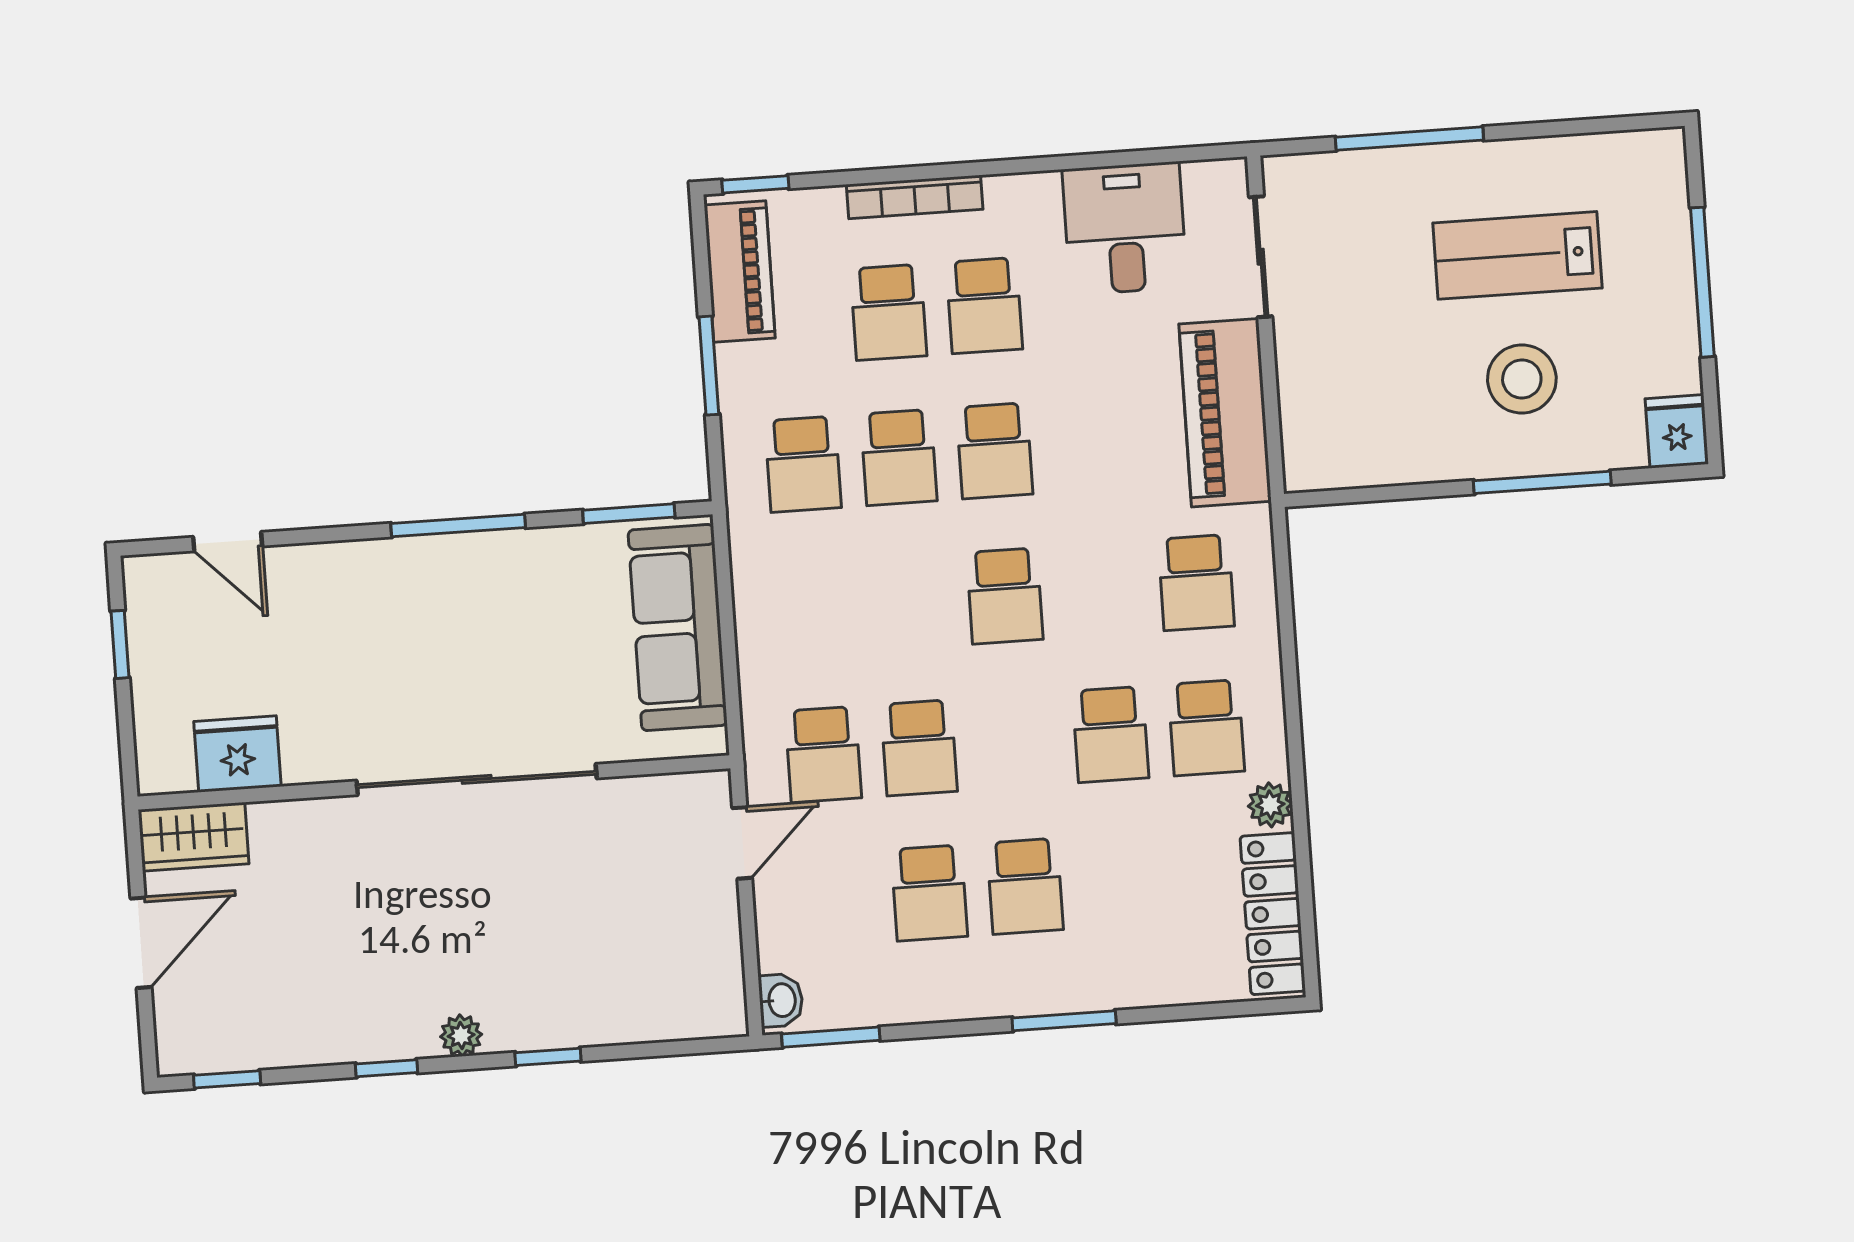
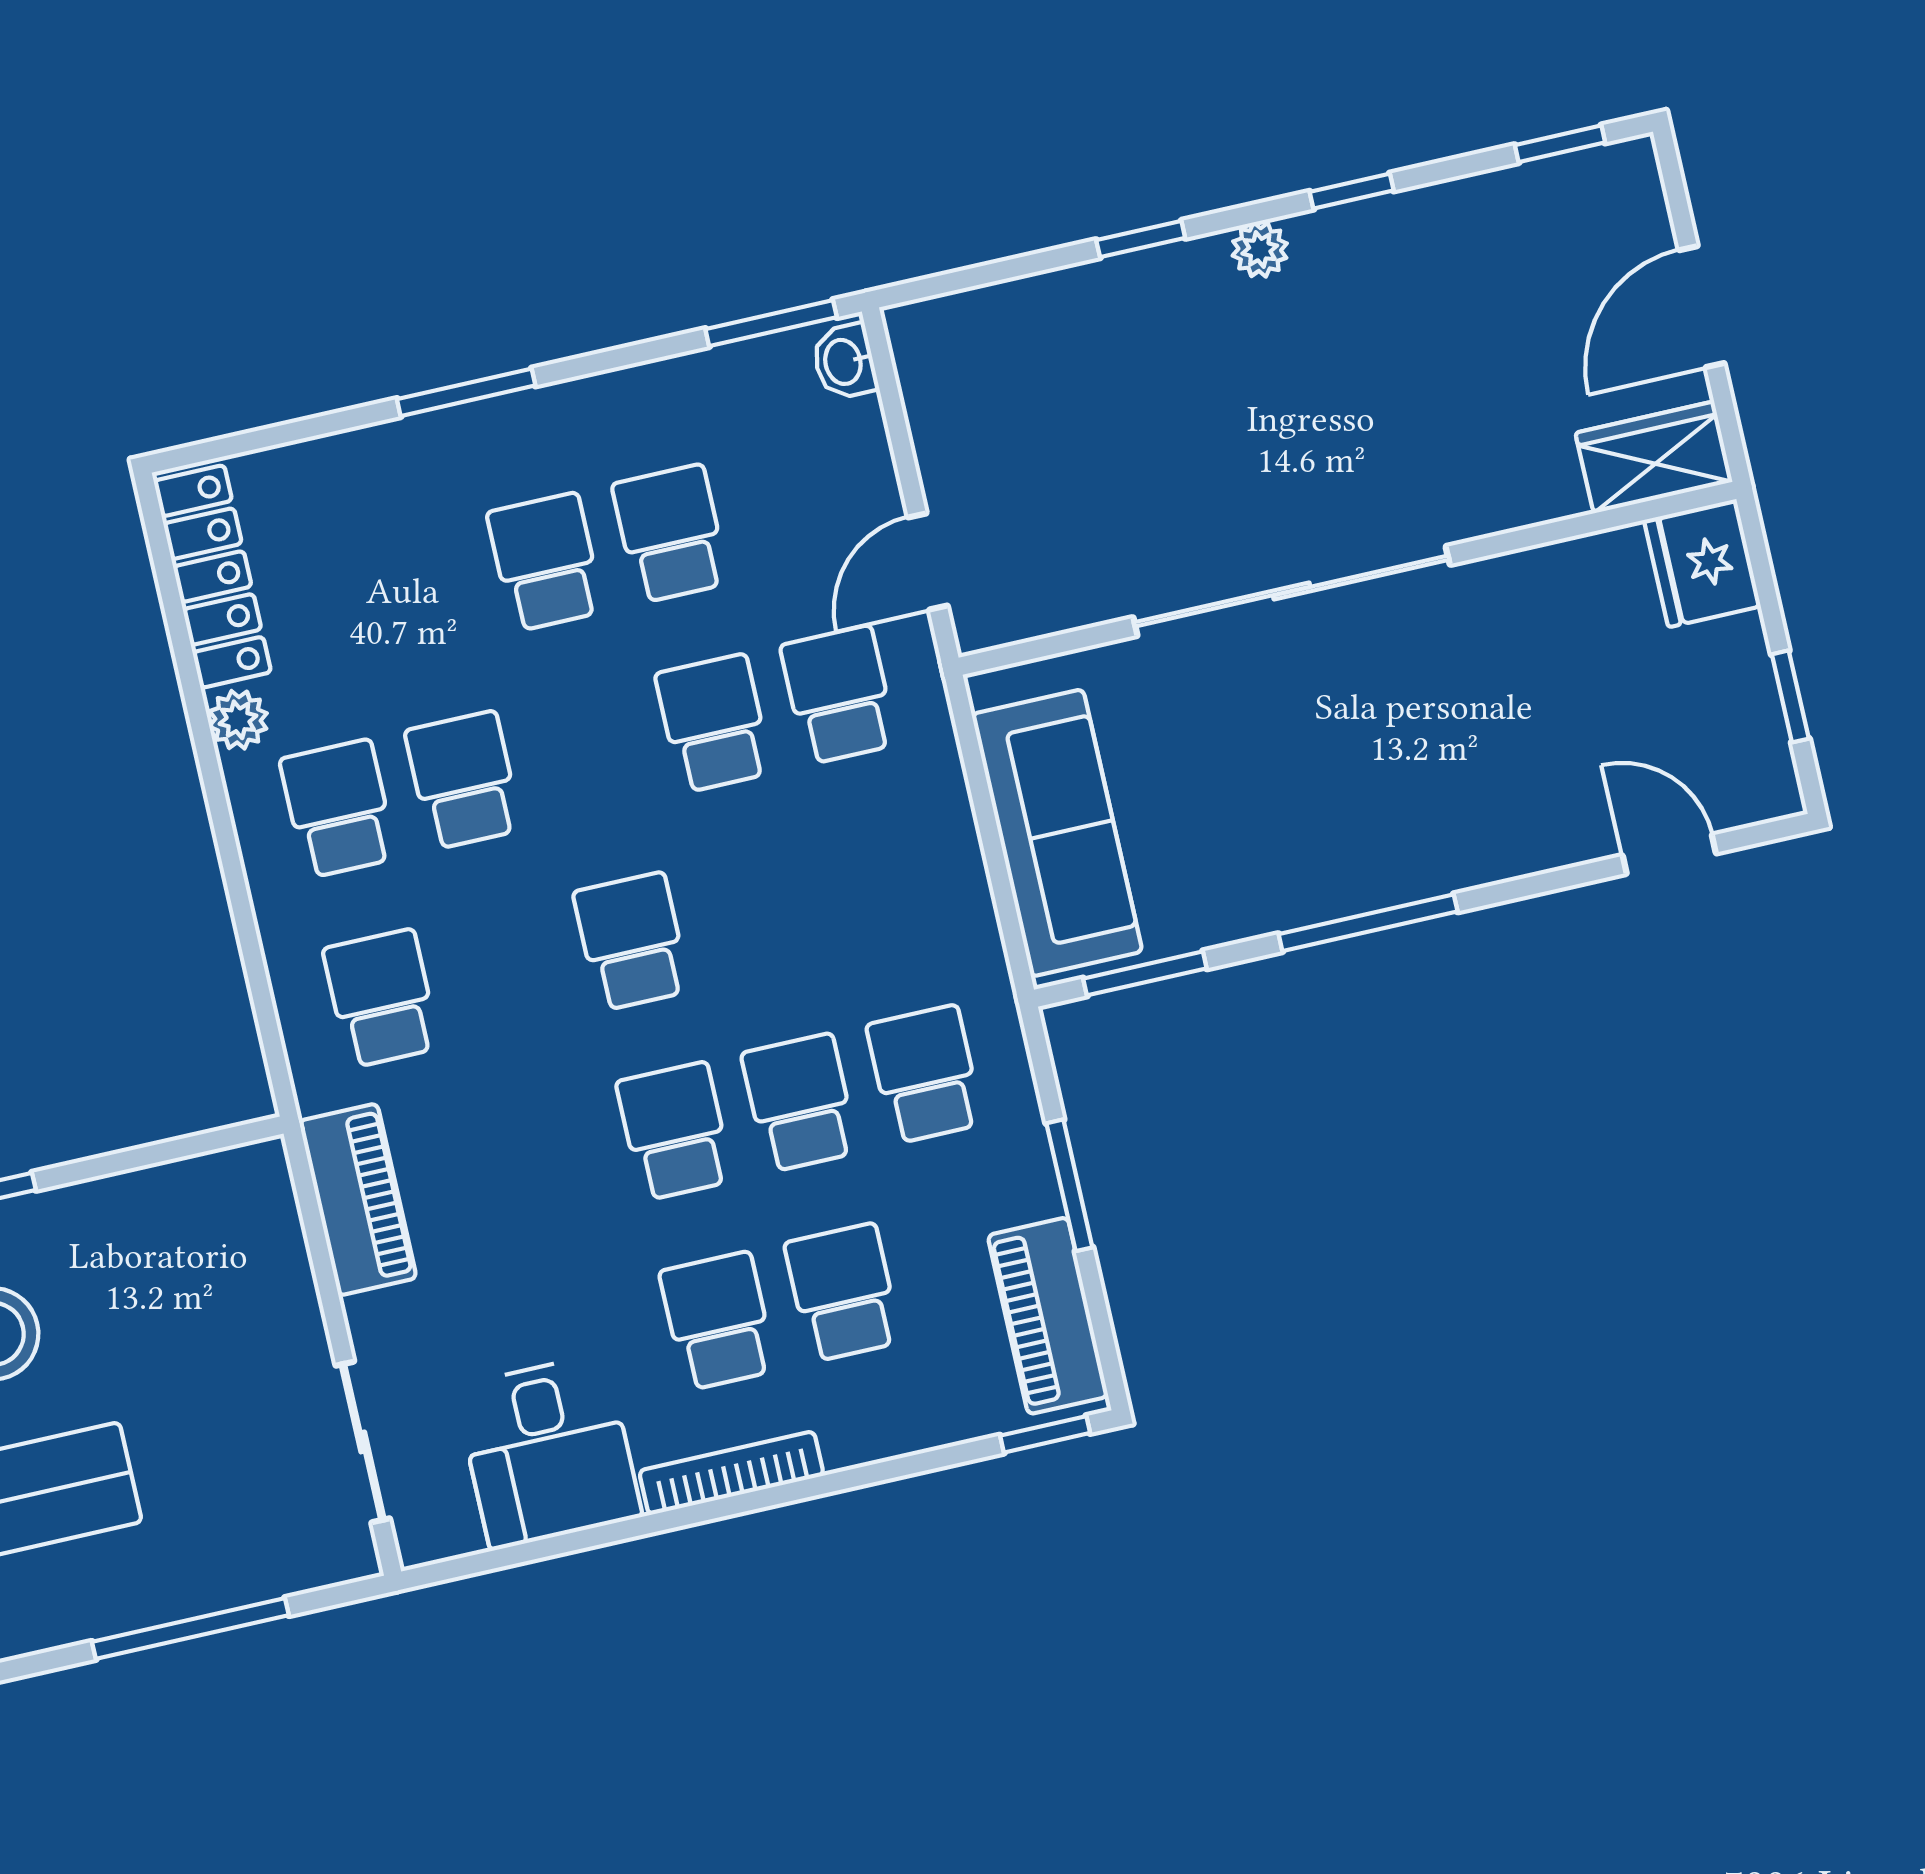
bookcase: (915, 197) -> (731, 1473), moved
piano: (1225, 413) -> (358, 1199), width x0.73, depth x0.75
fridge: (237, 754) -> (1702, 563), moved, turned 90

